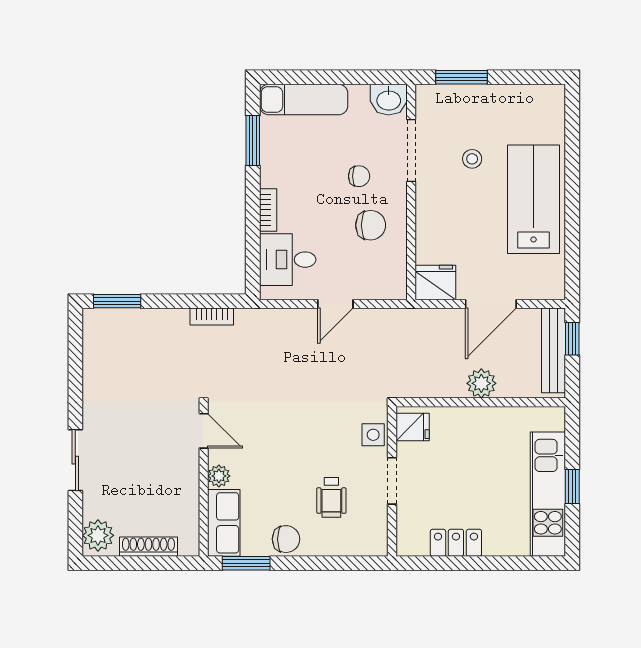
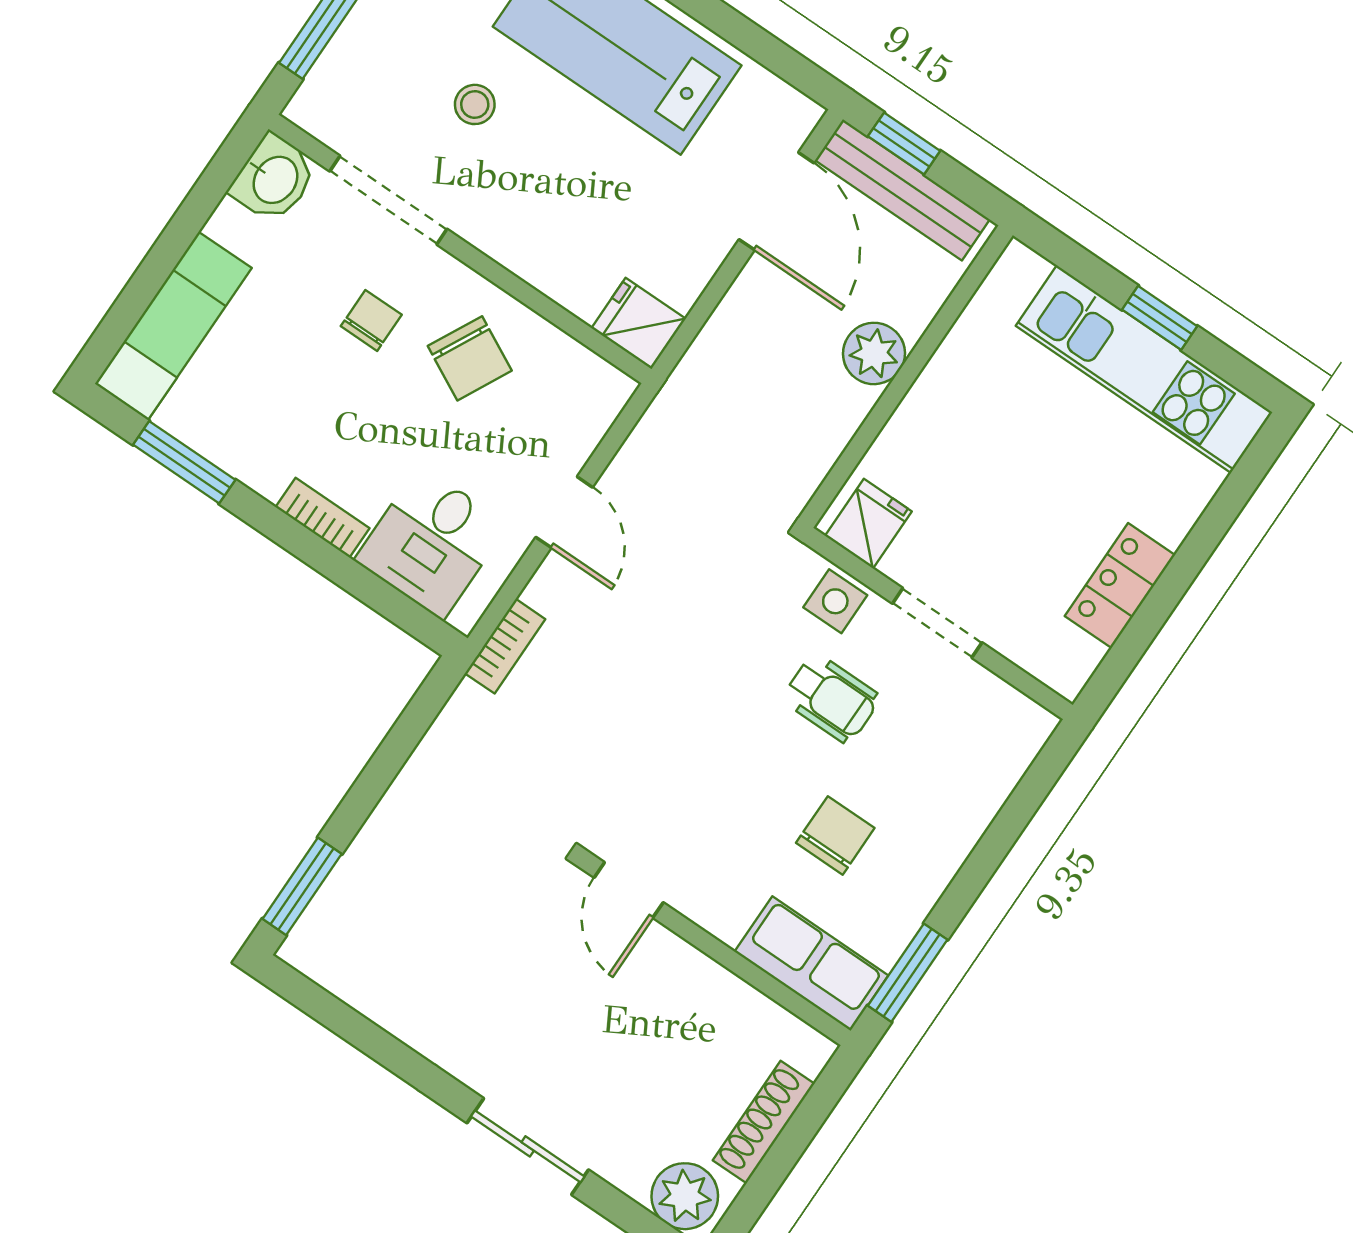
chair: (371, 225) -> (470, 358), turned 117
fridge: (435, 282) -> (639, 323), width x0.72
door: (491, 304) -> (776, 201), moved
bookcase: (212, 317) -> (505, 646), moved
door: (204, 431) -> (629, 890), swing flipped
plant: (219, 476) -> (724, 917), removed
wheelchair: (331, 497) -> (831, 698), moved
chair: (286, 539) -> (835, 835), moved

